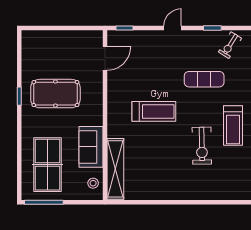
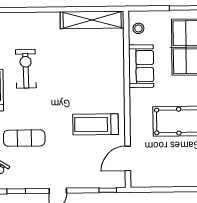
treadmill: (154, 111) -> (96, 124), moved
shelving: (115, 169) -> (92, 20), moved, turned 90

